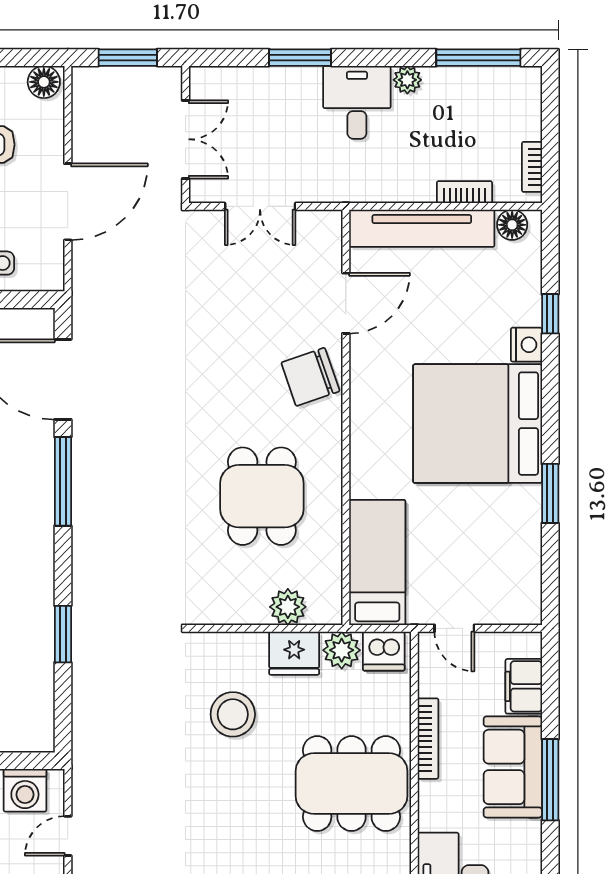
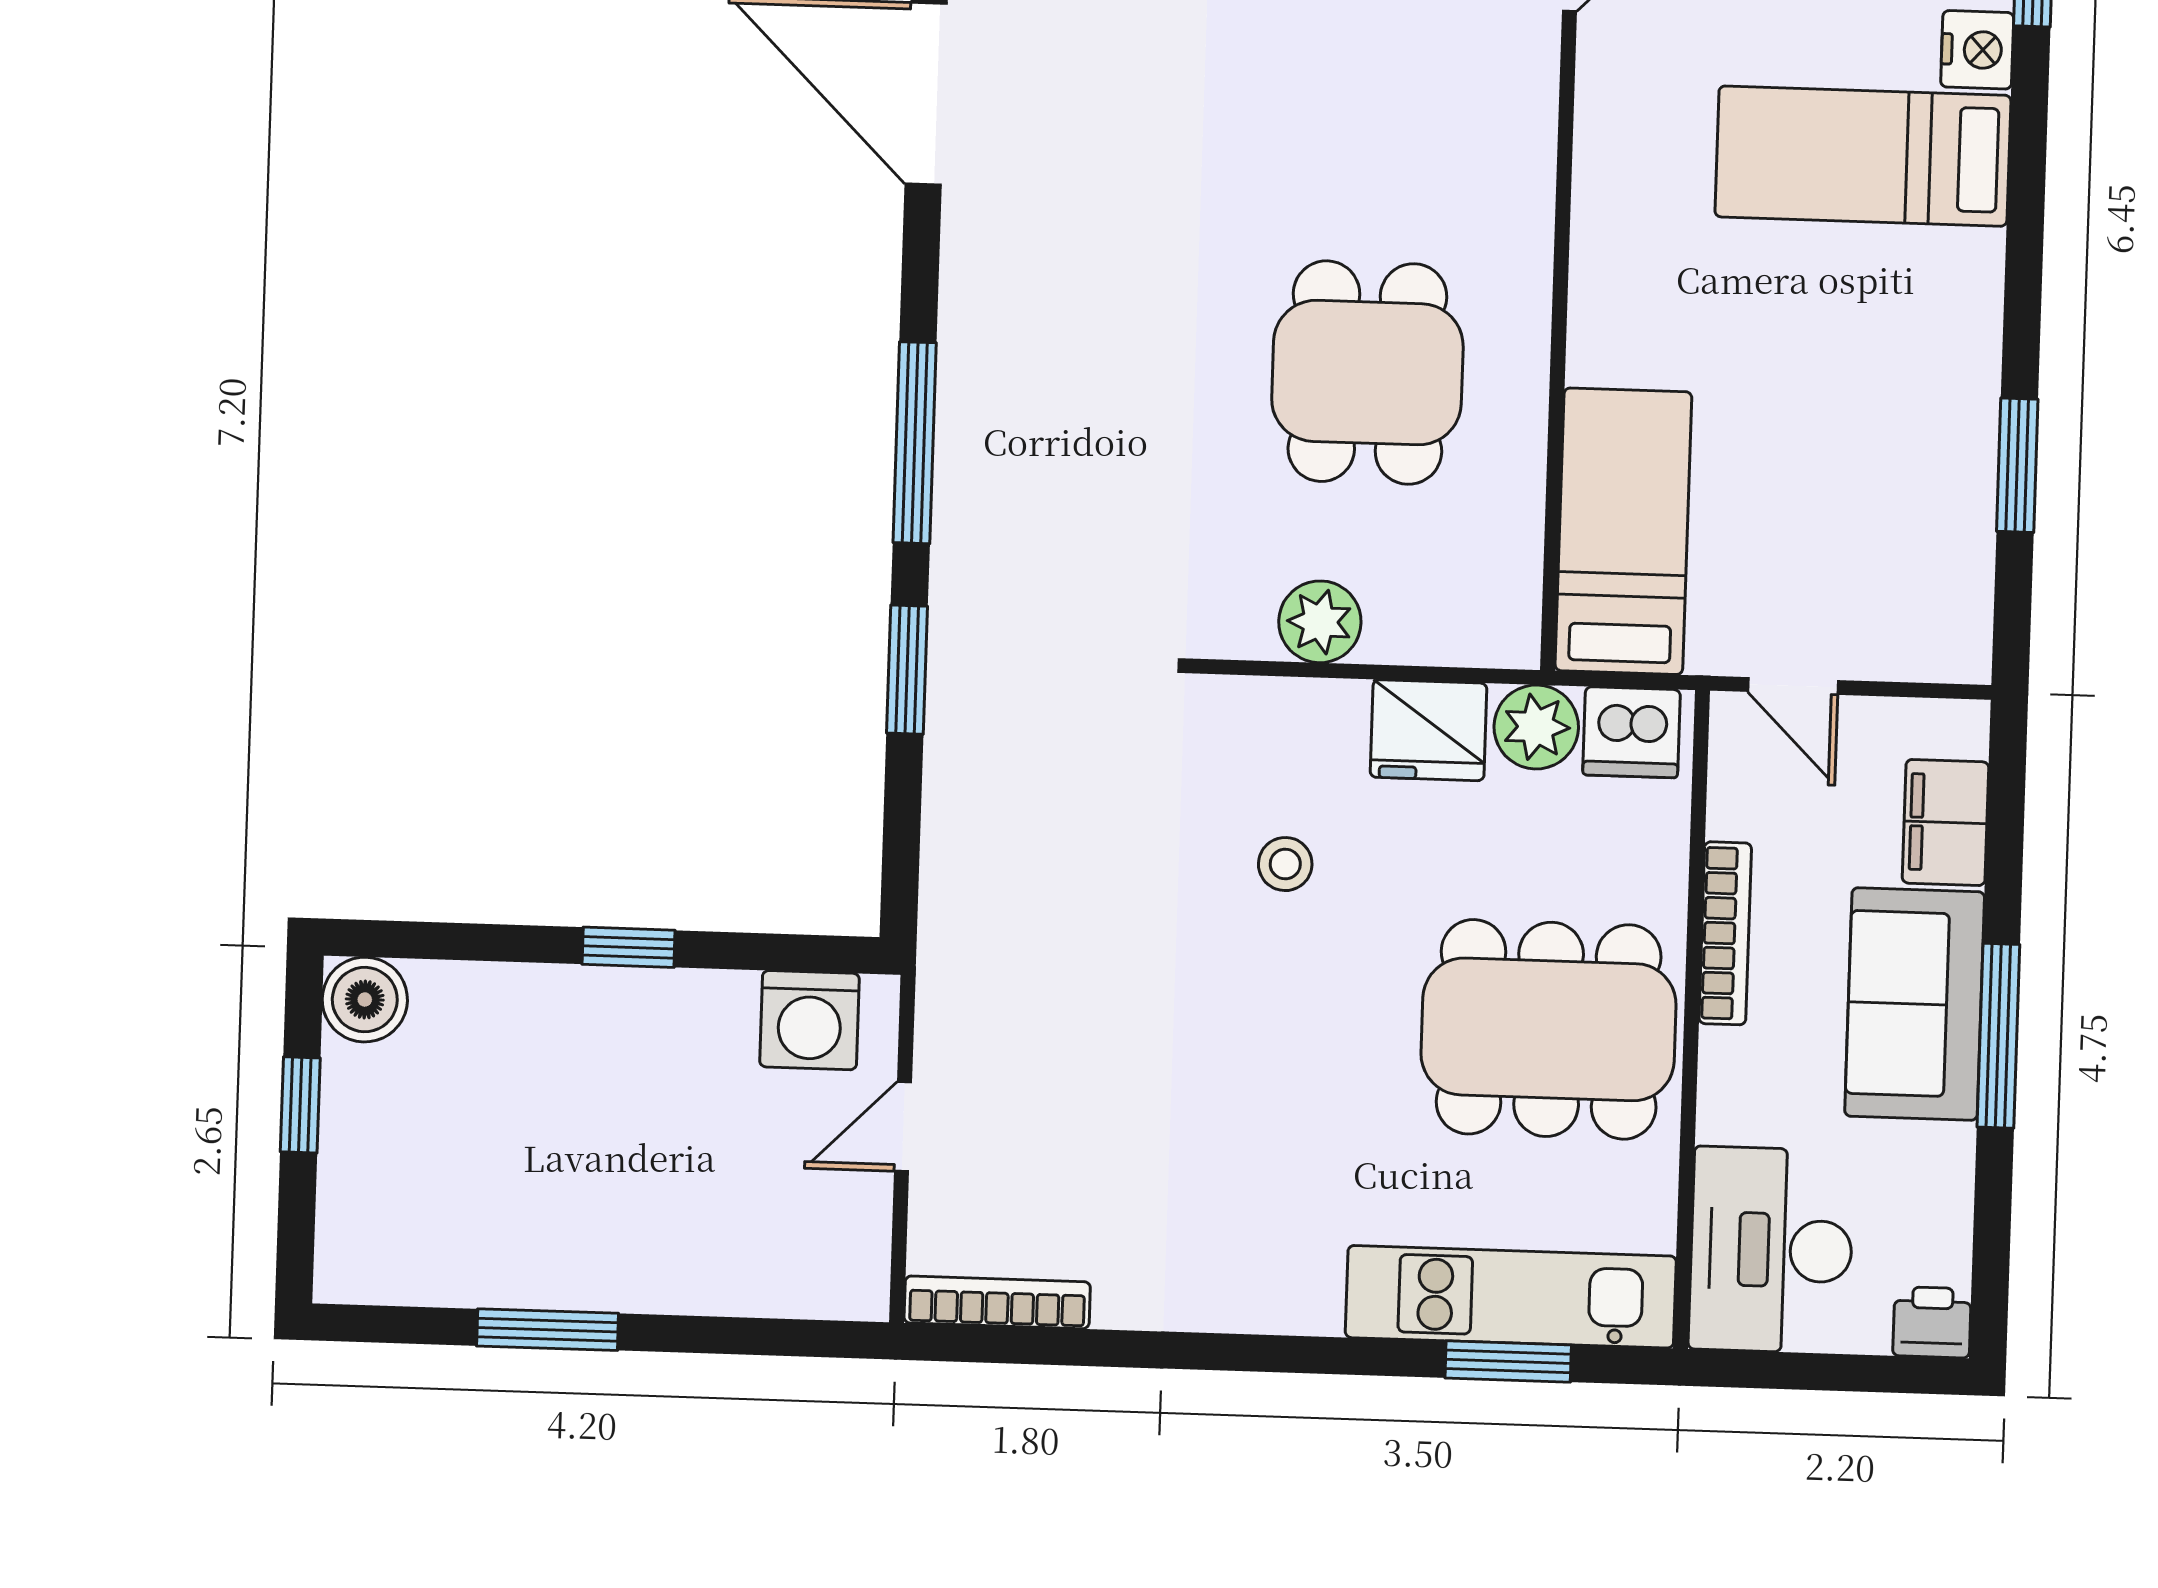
chair: (310, 377) -> (1486, 106), removed
bed: (478, 424) -> (1863, 156), width x0.49
window: (63, 481) -> (915, 443), moved
window: (550, 493) -> (2017, 465), moved
plant: (288, 607) -> (1320, 622), moved
stool: (233, 714) -> (1285, 864), width x0.53, depth x0.53

